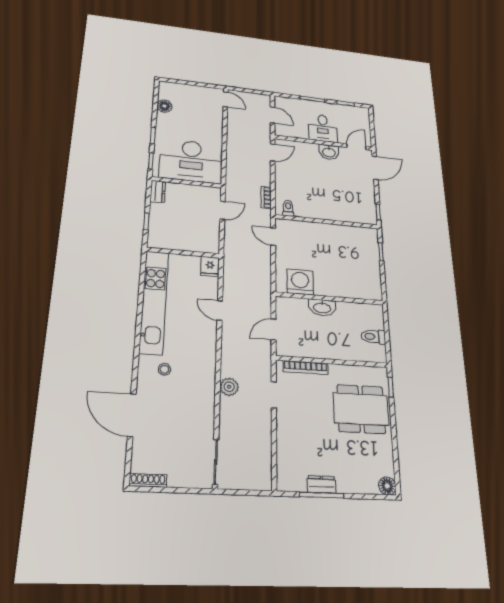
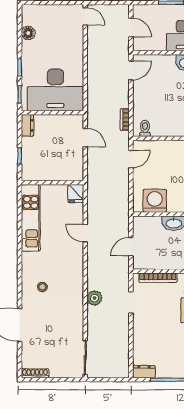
door: (223, 210) -> (85, 138), hinge flipped
door: (273, 237) -> (131, 159), swing flipped
kitchen unit: (154, 302) -> (31, 218), width x0.73
dresser: (321, 484) -> (144, 372), moved

